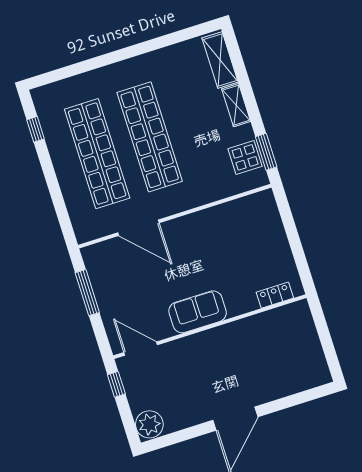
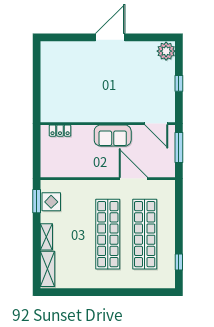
locker: (275, 295) -> (60, 131), moved
sofa: (198, 312) -> (113, 136), moved
wall: (210, 327) -> (108, 124), moved
door: (141, 349) -> (156, 124), moved

